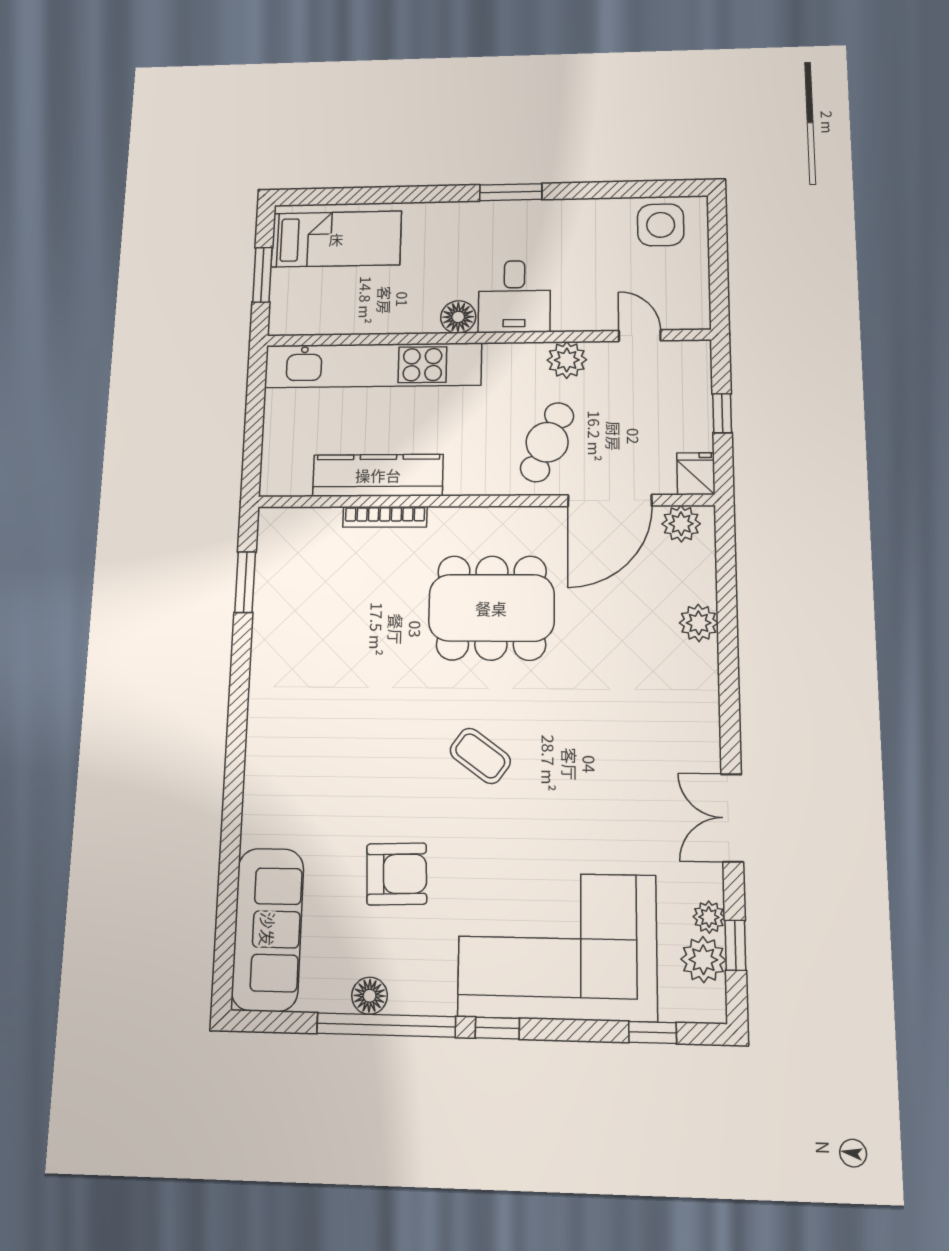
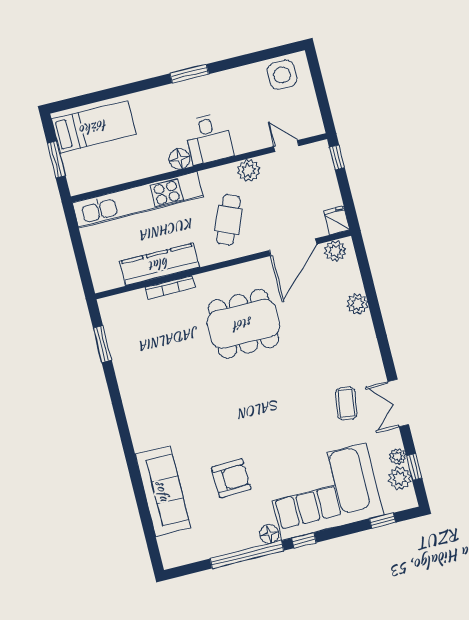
window: (722, 413) -> (337, 157), moved
cafe table: (547, 442) -> (228, 220), moved
coffee table: (480, 756) -> (346, 403), moved, turned 62
sofa: (268, 929) -> (163, 491), moved
floor lamp: (370, 996) -> (269, 534), moved

